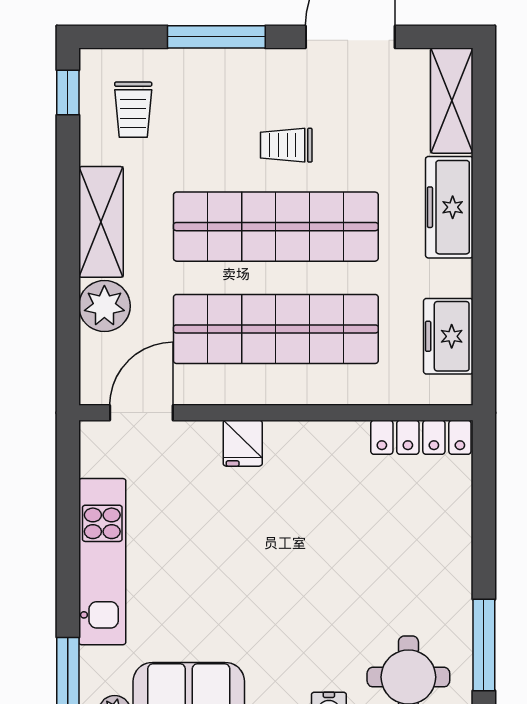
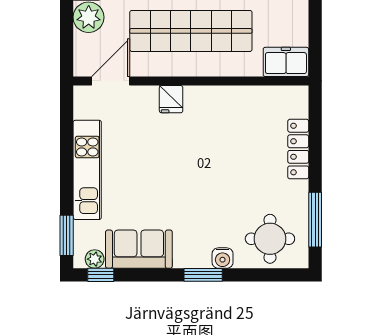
freezer: (448, 336) -> (286, 62), moved, turned 90
locker: (421, 437) -> (298, 149), moved, turned 90

